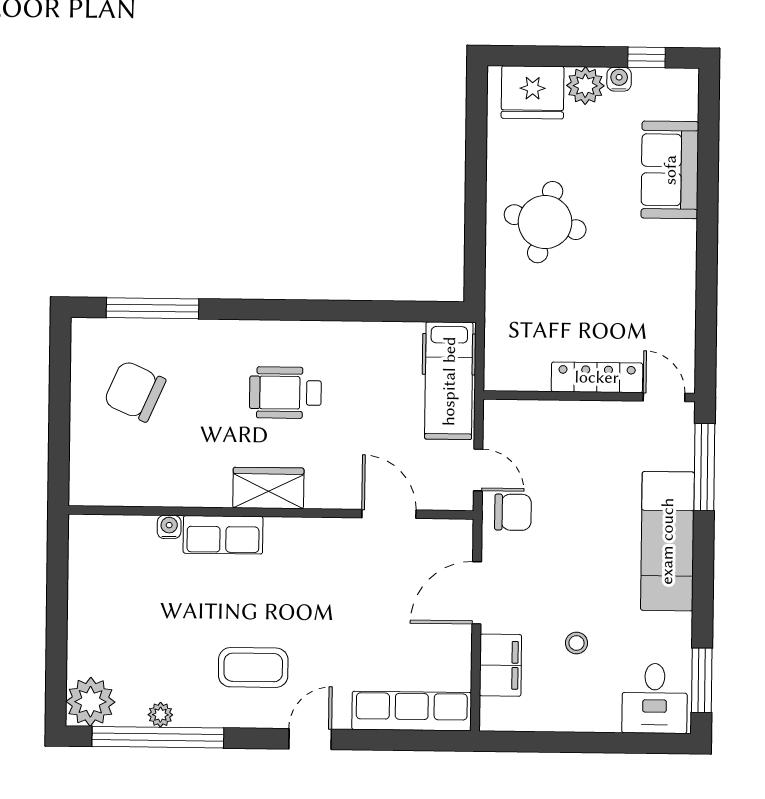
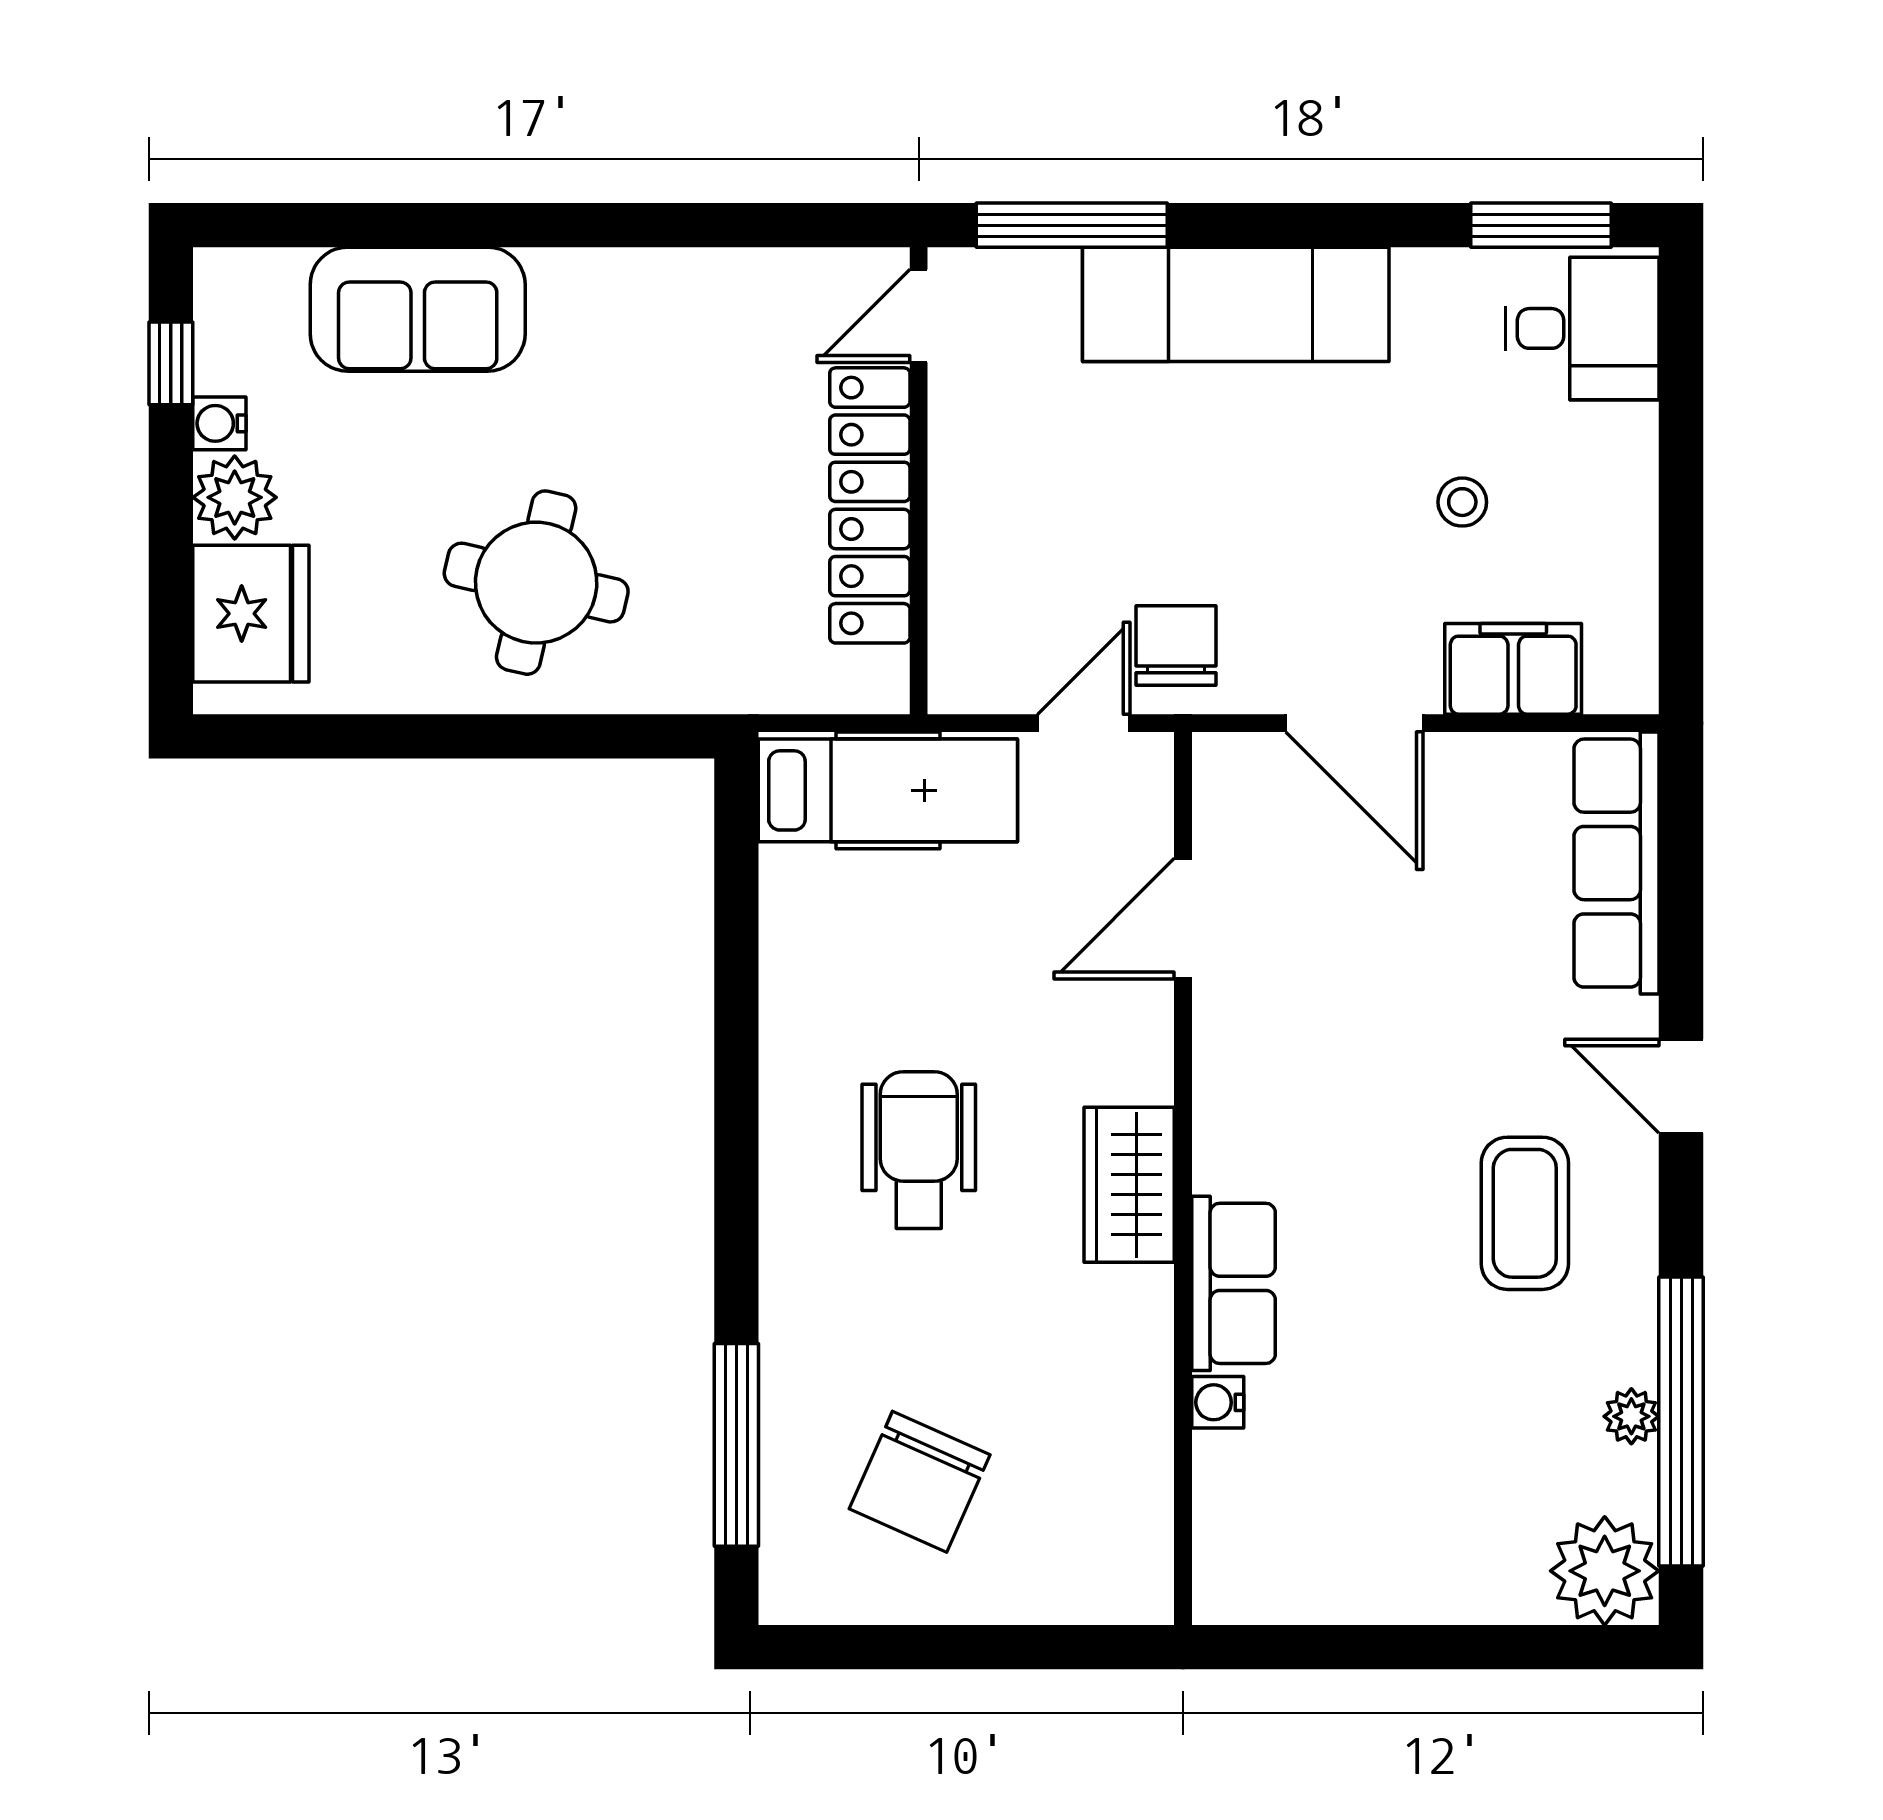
locker: (597, 377) -> (870, 505), width x1.41, depth x1.21
wheelchair: (285, 393) -> (919, 1150), turned 180

